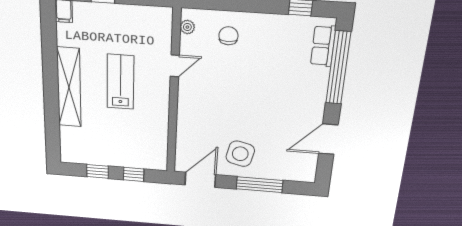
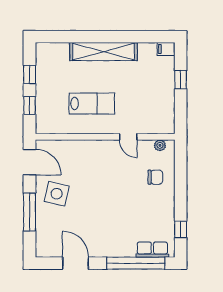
lab bench: (120, 82) -> (92, 103), moved

